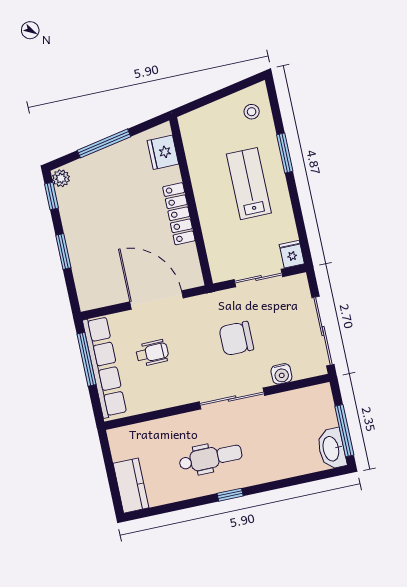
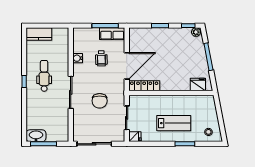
locker: (179, 214) -> (144, 86), moved
chair: (236, 338) -> (100, 101), turned 180
row of seats: (105, 367) -> (112, 34), width x0.50
water cooler: (281, 374) -> (78, 58), moved
dental chair: (211, 458) -> (44, 76), turned 180

